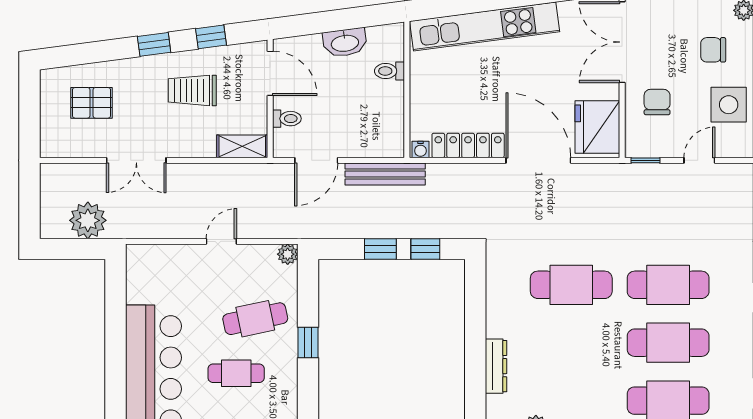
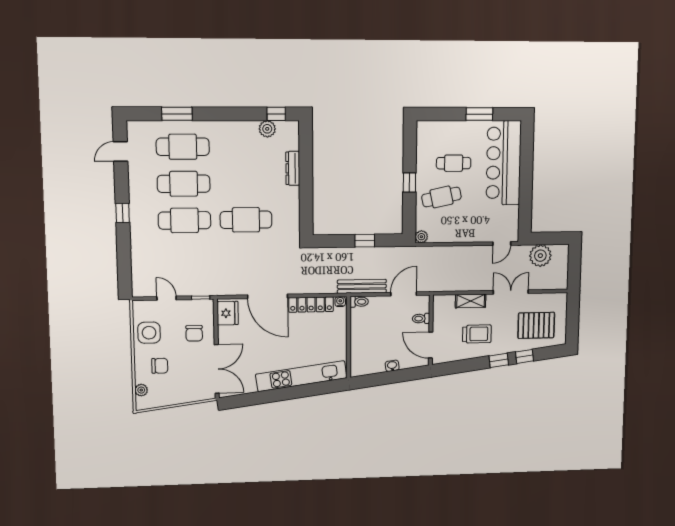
window: (211, 37) -> (525, 356), moved
washbasin: (345, 43) -> (392, 366), width x0.52, depth x0.69
toilet: (389, 71) -> (359, 302), moved
pallet: (92, 103) -> (536, 325), width x1.50, depth x1.42
fridge: (597, 127) -> (228, 313), width x0.73, depth x0.75
shelving: (242, 146) -> (471, 301), moved
door: (699, 160) -> (167, 298), swing flipped
door: (221, 241) -> (502, 244), moved
window: (425, 249) -> (337, 241), removed

